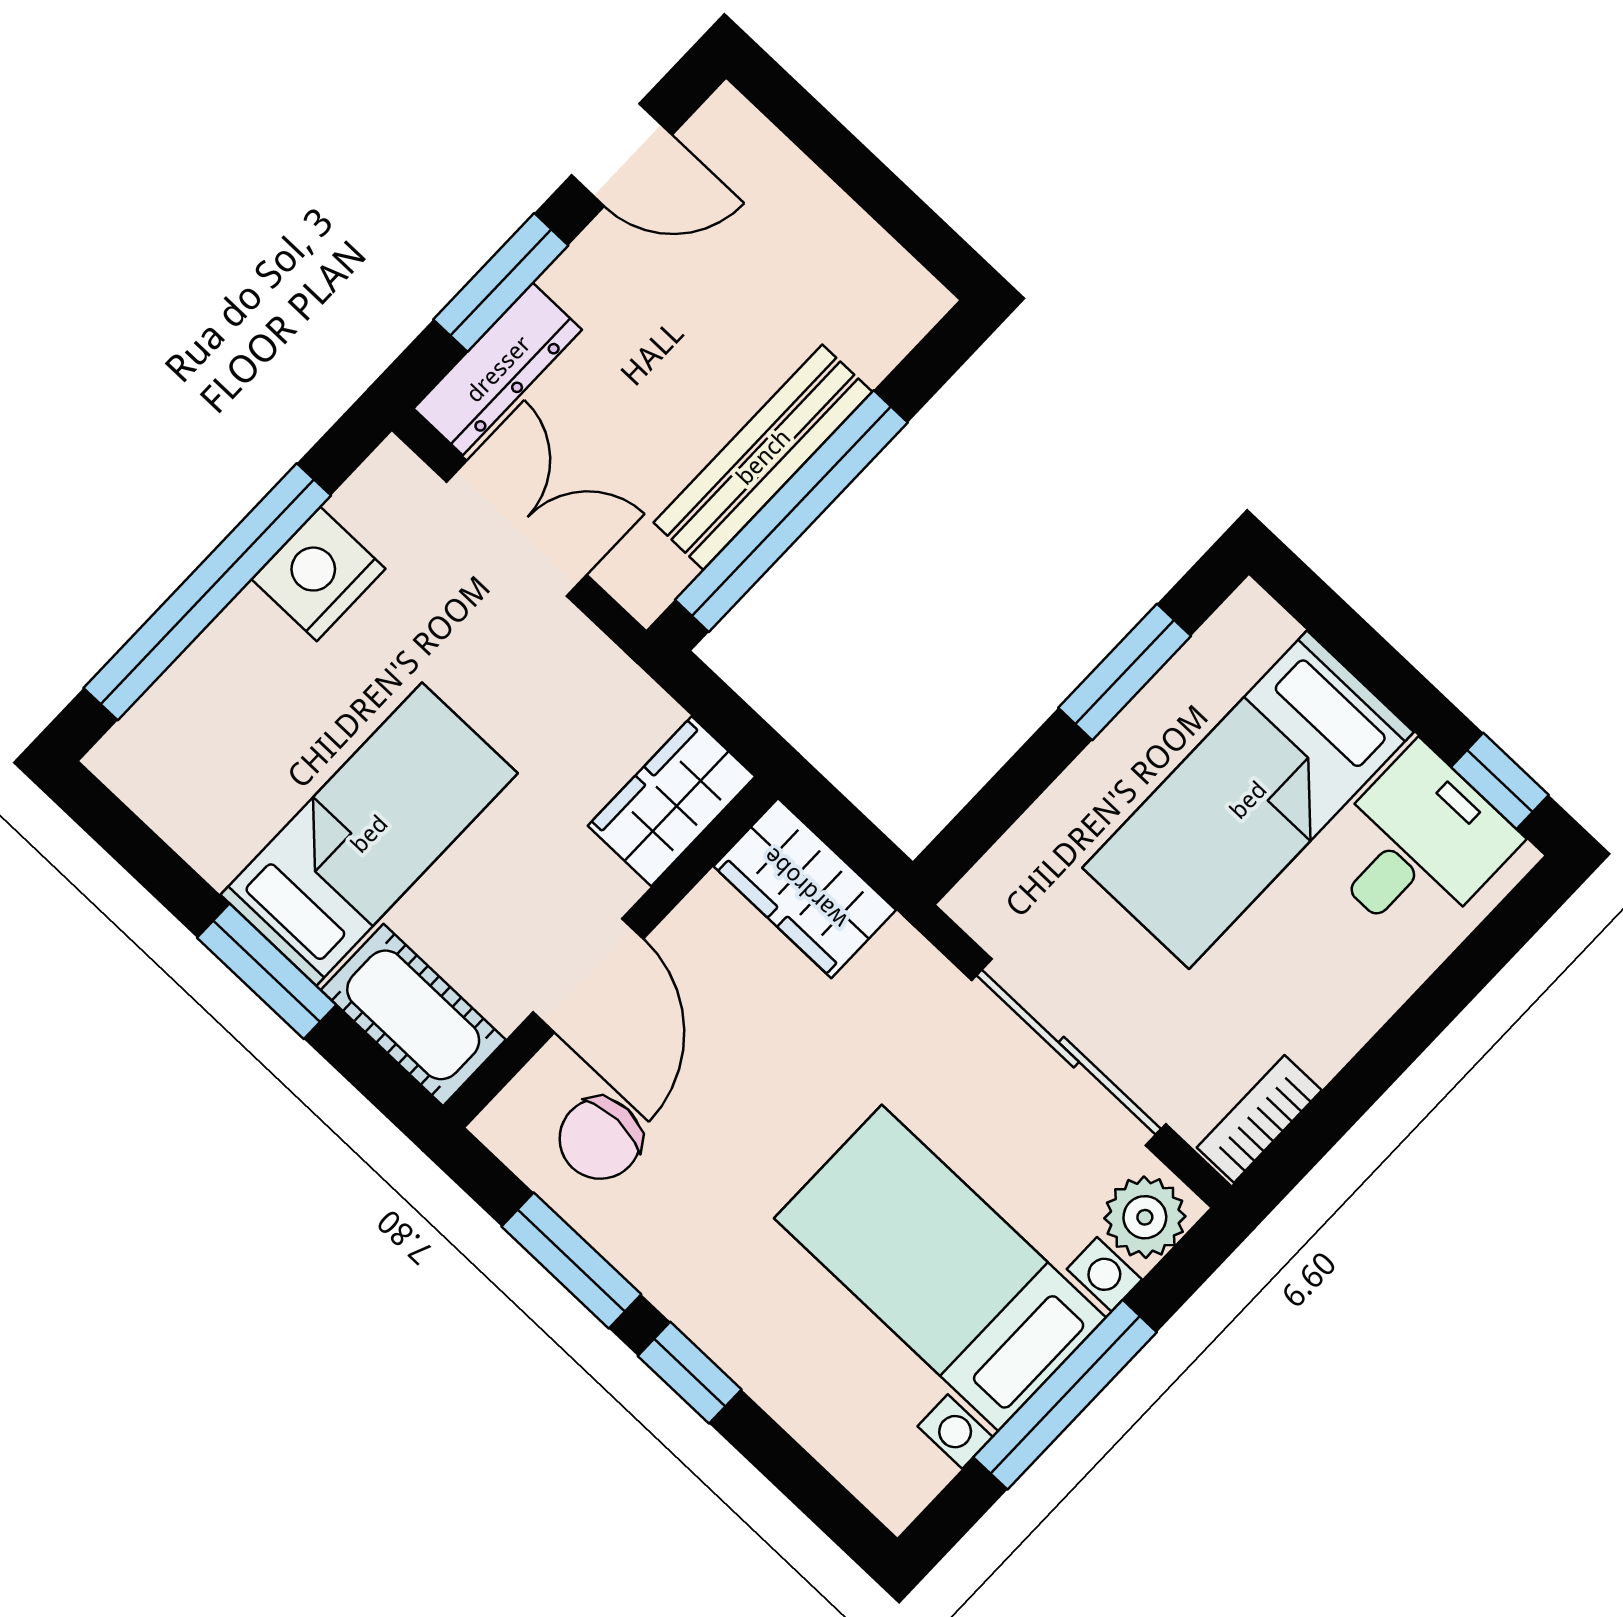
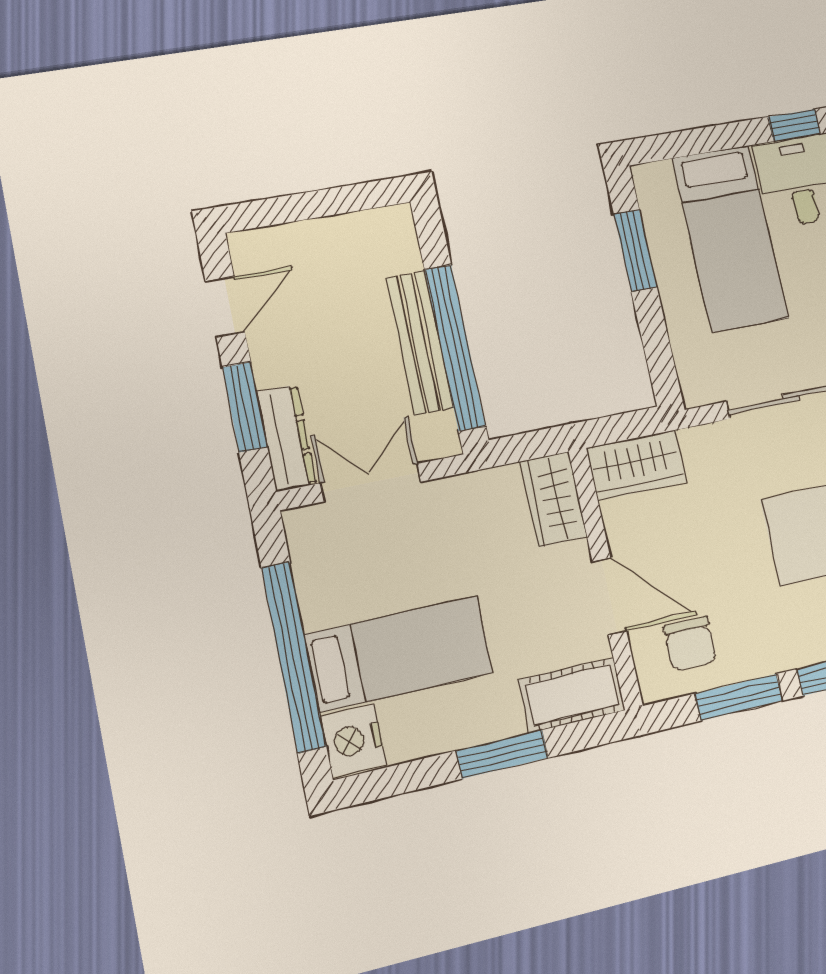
nightstand: (318, 574) -> (353, 740), moved
bed: (369, 834) -> (399, 654), moved, turned 90

